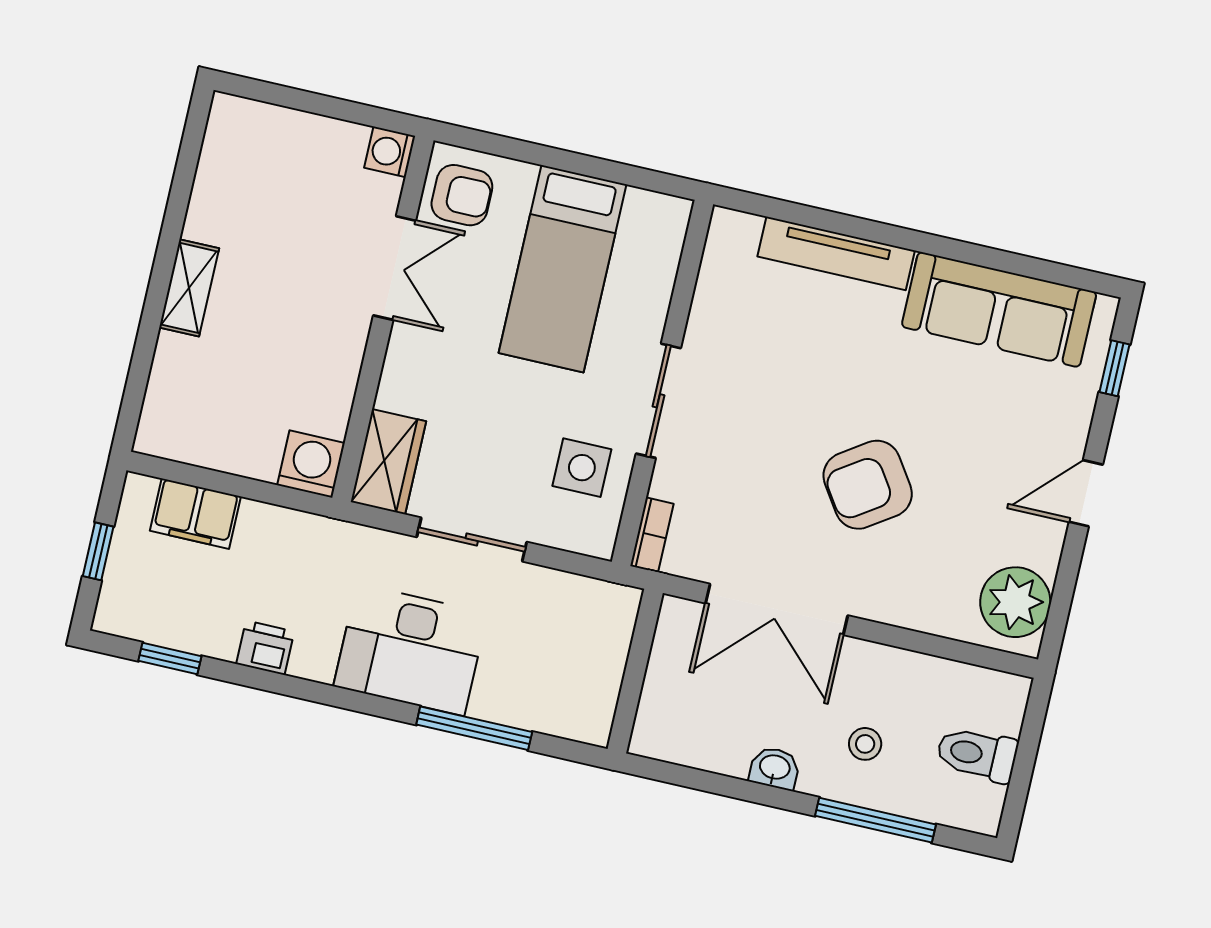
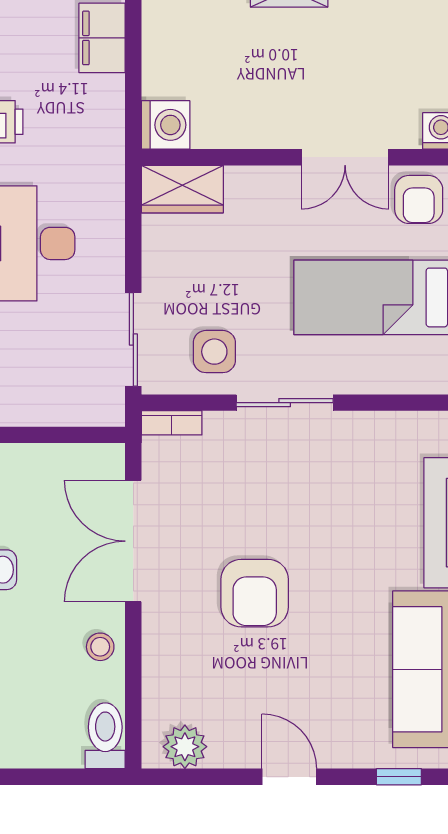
armchair: (868, 485) -> (255, 593), turned -146
sliding door: (472, 540) -> (133, 339), moved
plant: (1015, 602) -> (185, 747), width x0.73, depth x0.73
stool: (865, 744) -> (100, 647), moved
toilet: (977, 754) -> (105, 736), moved

